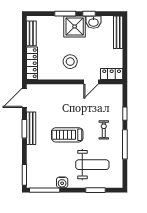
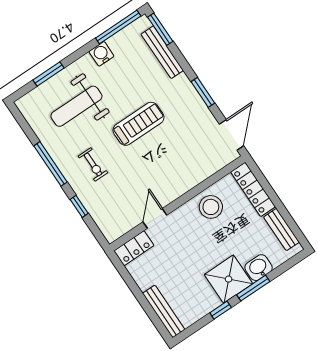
washbasin: (94, 22) -> (259, 268), moved
stool: (70, 62) -> (211, 207), moved
bench: (31, 128) -> (162, 52), moved

